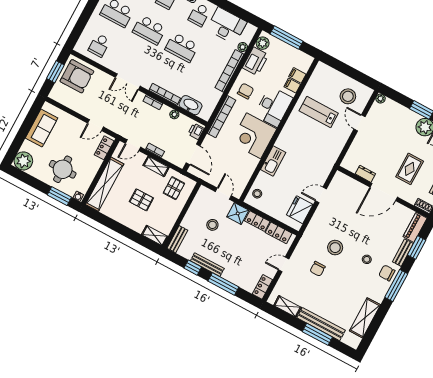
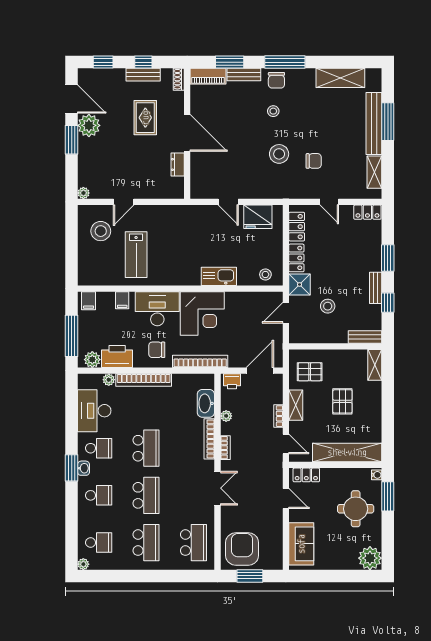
school desk: (99, 45) -> (193, 543), width x1.85
filing cabinet: (297, 75) -> (89, 301), moved
sofa: (42, 128) -> (301, 544), moved, turned 90
rug: (410, 169) -> (145, 118), turned 90
bench: (207, 265) -> (376, 288), width x0.73
window: (223, 284) -> (388, 258), width x0.69

